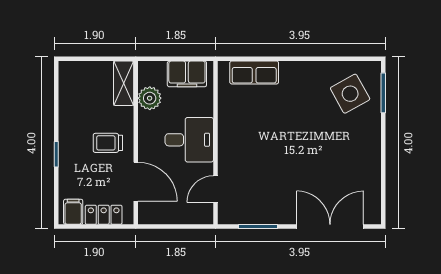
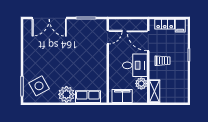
plant: (296, 77) -> (66, 94), added
desk: (189, 140) -> (135, 65), moved, turned 180

